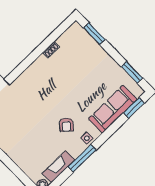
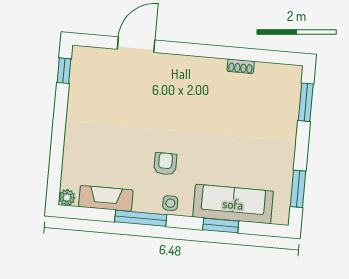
window: (134, 108) -> (221, 225), moved
armchair: (66, 125) -> (165, 164), turned 139

